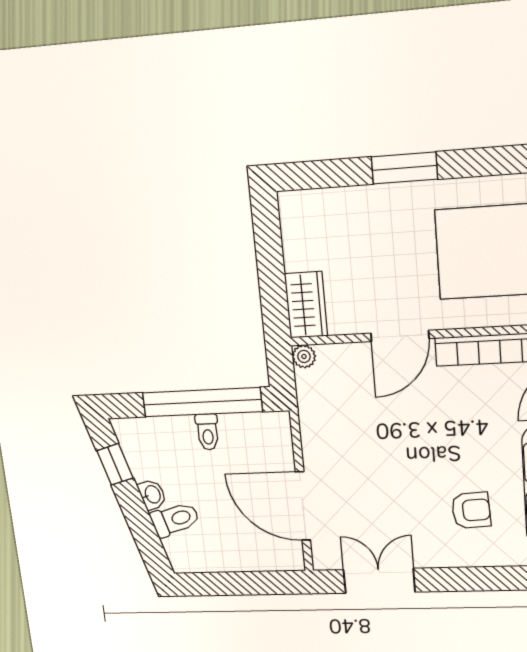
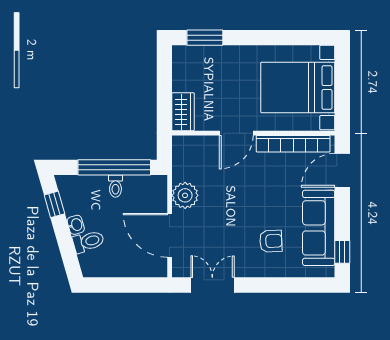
window: (404, 168) -> (205, 38), moved
plant: (304, 356) -> (185, 195), moved, width x1.88, depth x1.88

